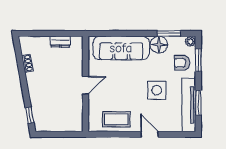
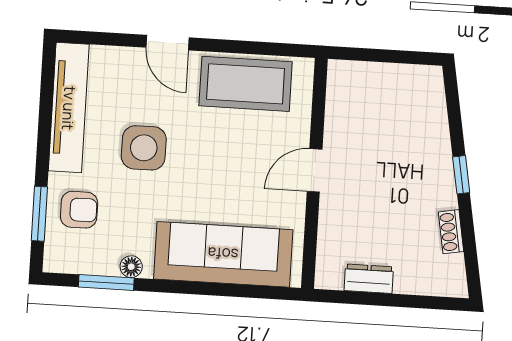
plant: (190, 41) -> (56, 260), removed
floor lamp: (159, 45) -> (131, 267), width x0.53, depth x0.53
window: (198, 103) -> (46, 111), removed
window: (30, 115) -> (461, 175), moved
coffee table: (116, 119) -> (246, 84), width x1.36, depth x1.32

